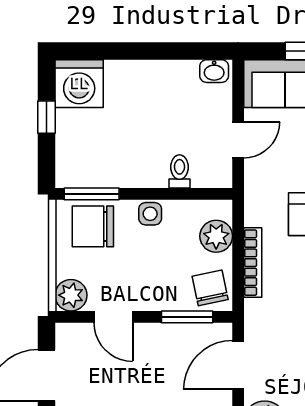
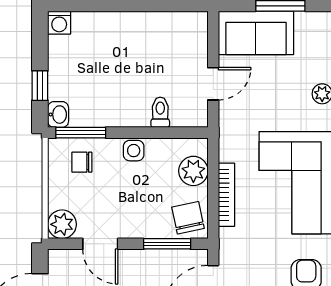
washbasin: (214, 71) -> (58, 115), moved, turned -90
washing machine: (79, 84) -> (59, 23), width x0.53, depth x0.53
window: (47, 117) -> (40, 86), moved
chair: (93, 226) -> (82, 162), width x0.54, depth x0.54

